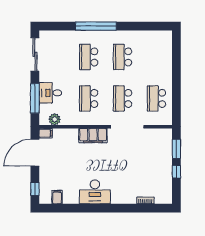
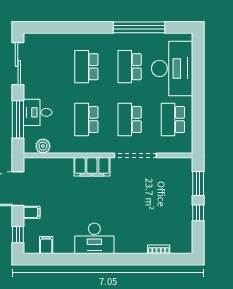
window: (96, 26) -> (139, 27), moved
desk: (156, 58) -> (172, 68), added
filing cabinet: (46, 133) -> (32, 212), moved

